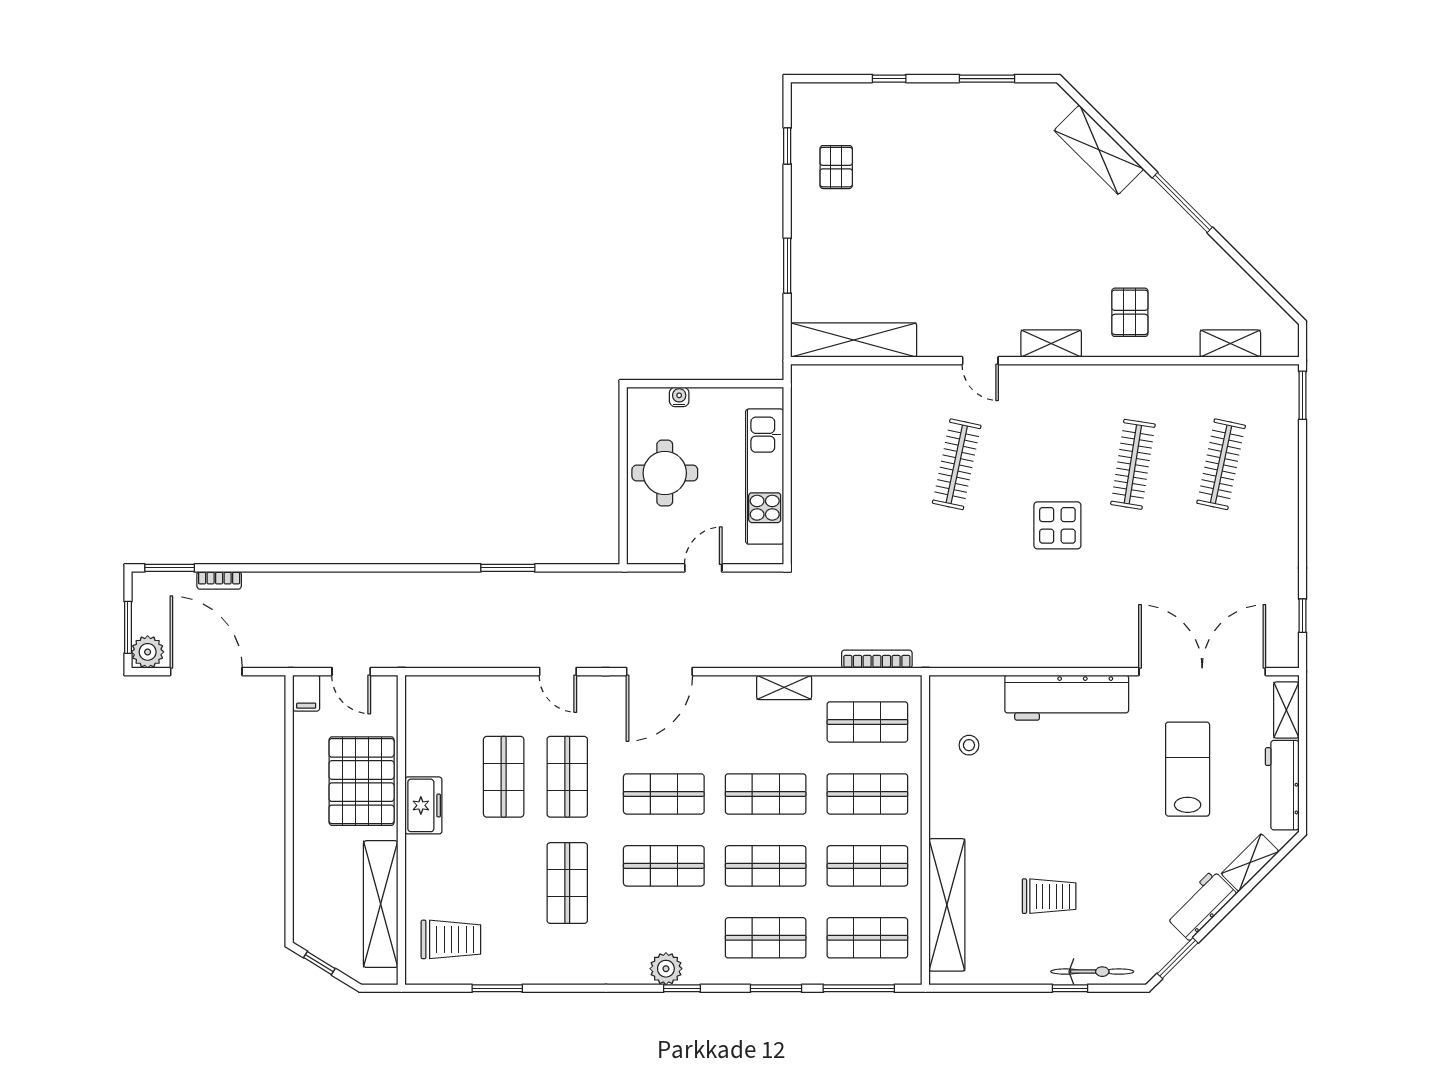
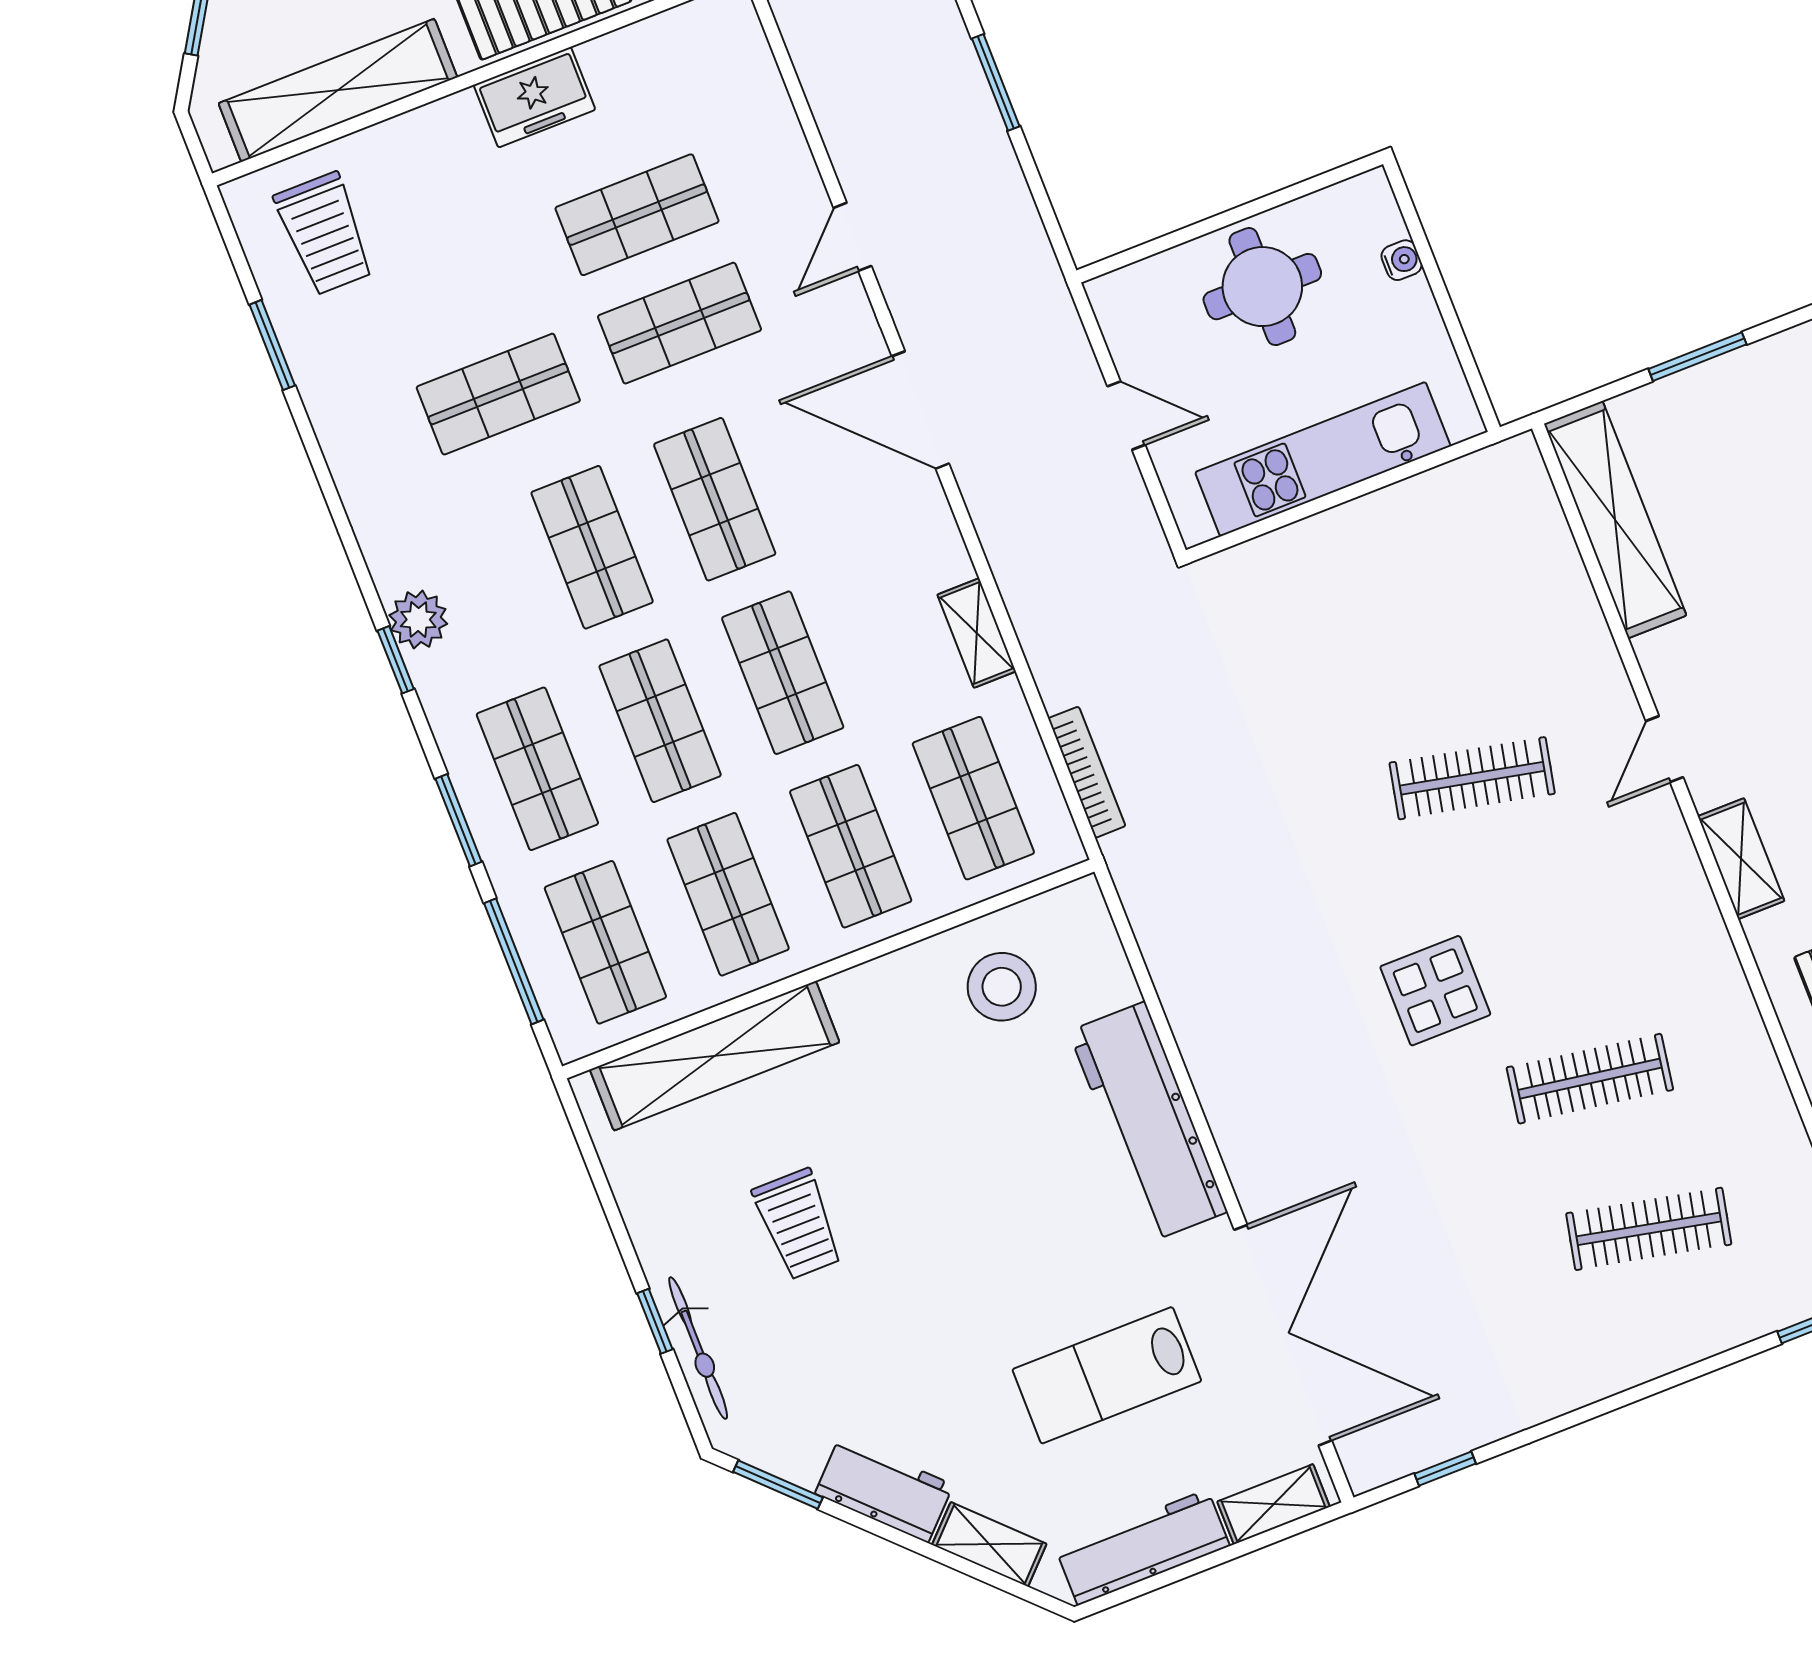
stool: (969, 745) -> (1002, 987), width x1.89, depth x1.89
lab bench: (1188, 769) -> (1107, 1375), turned 180

